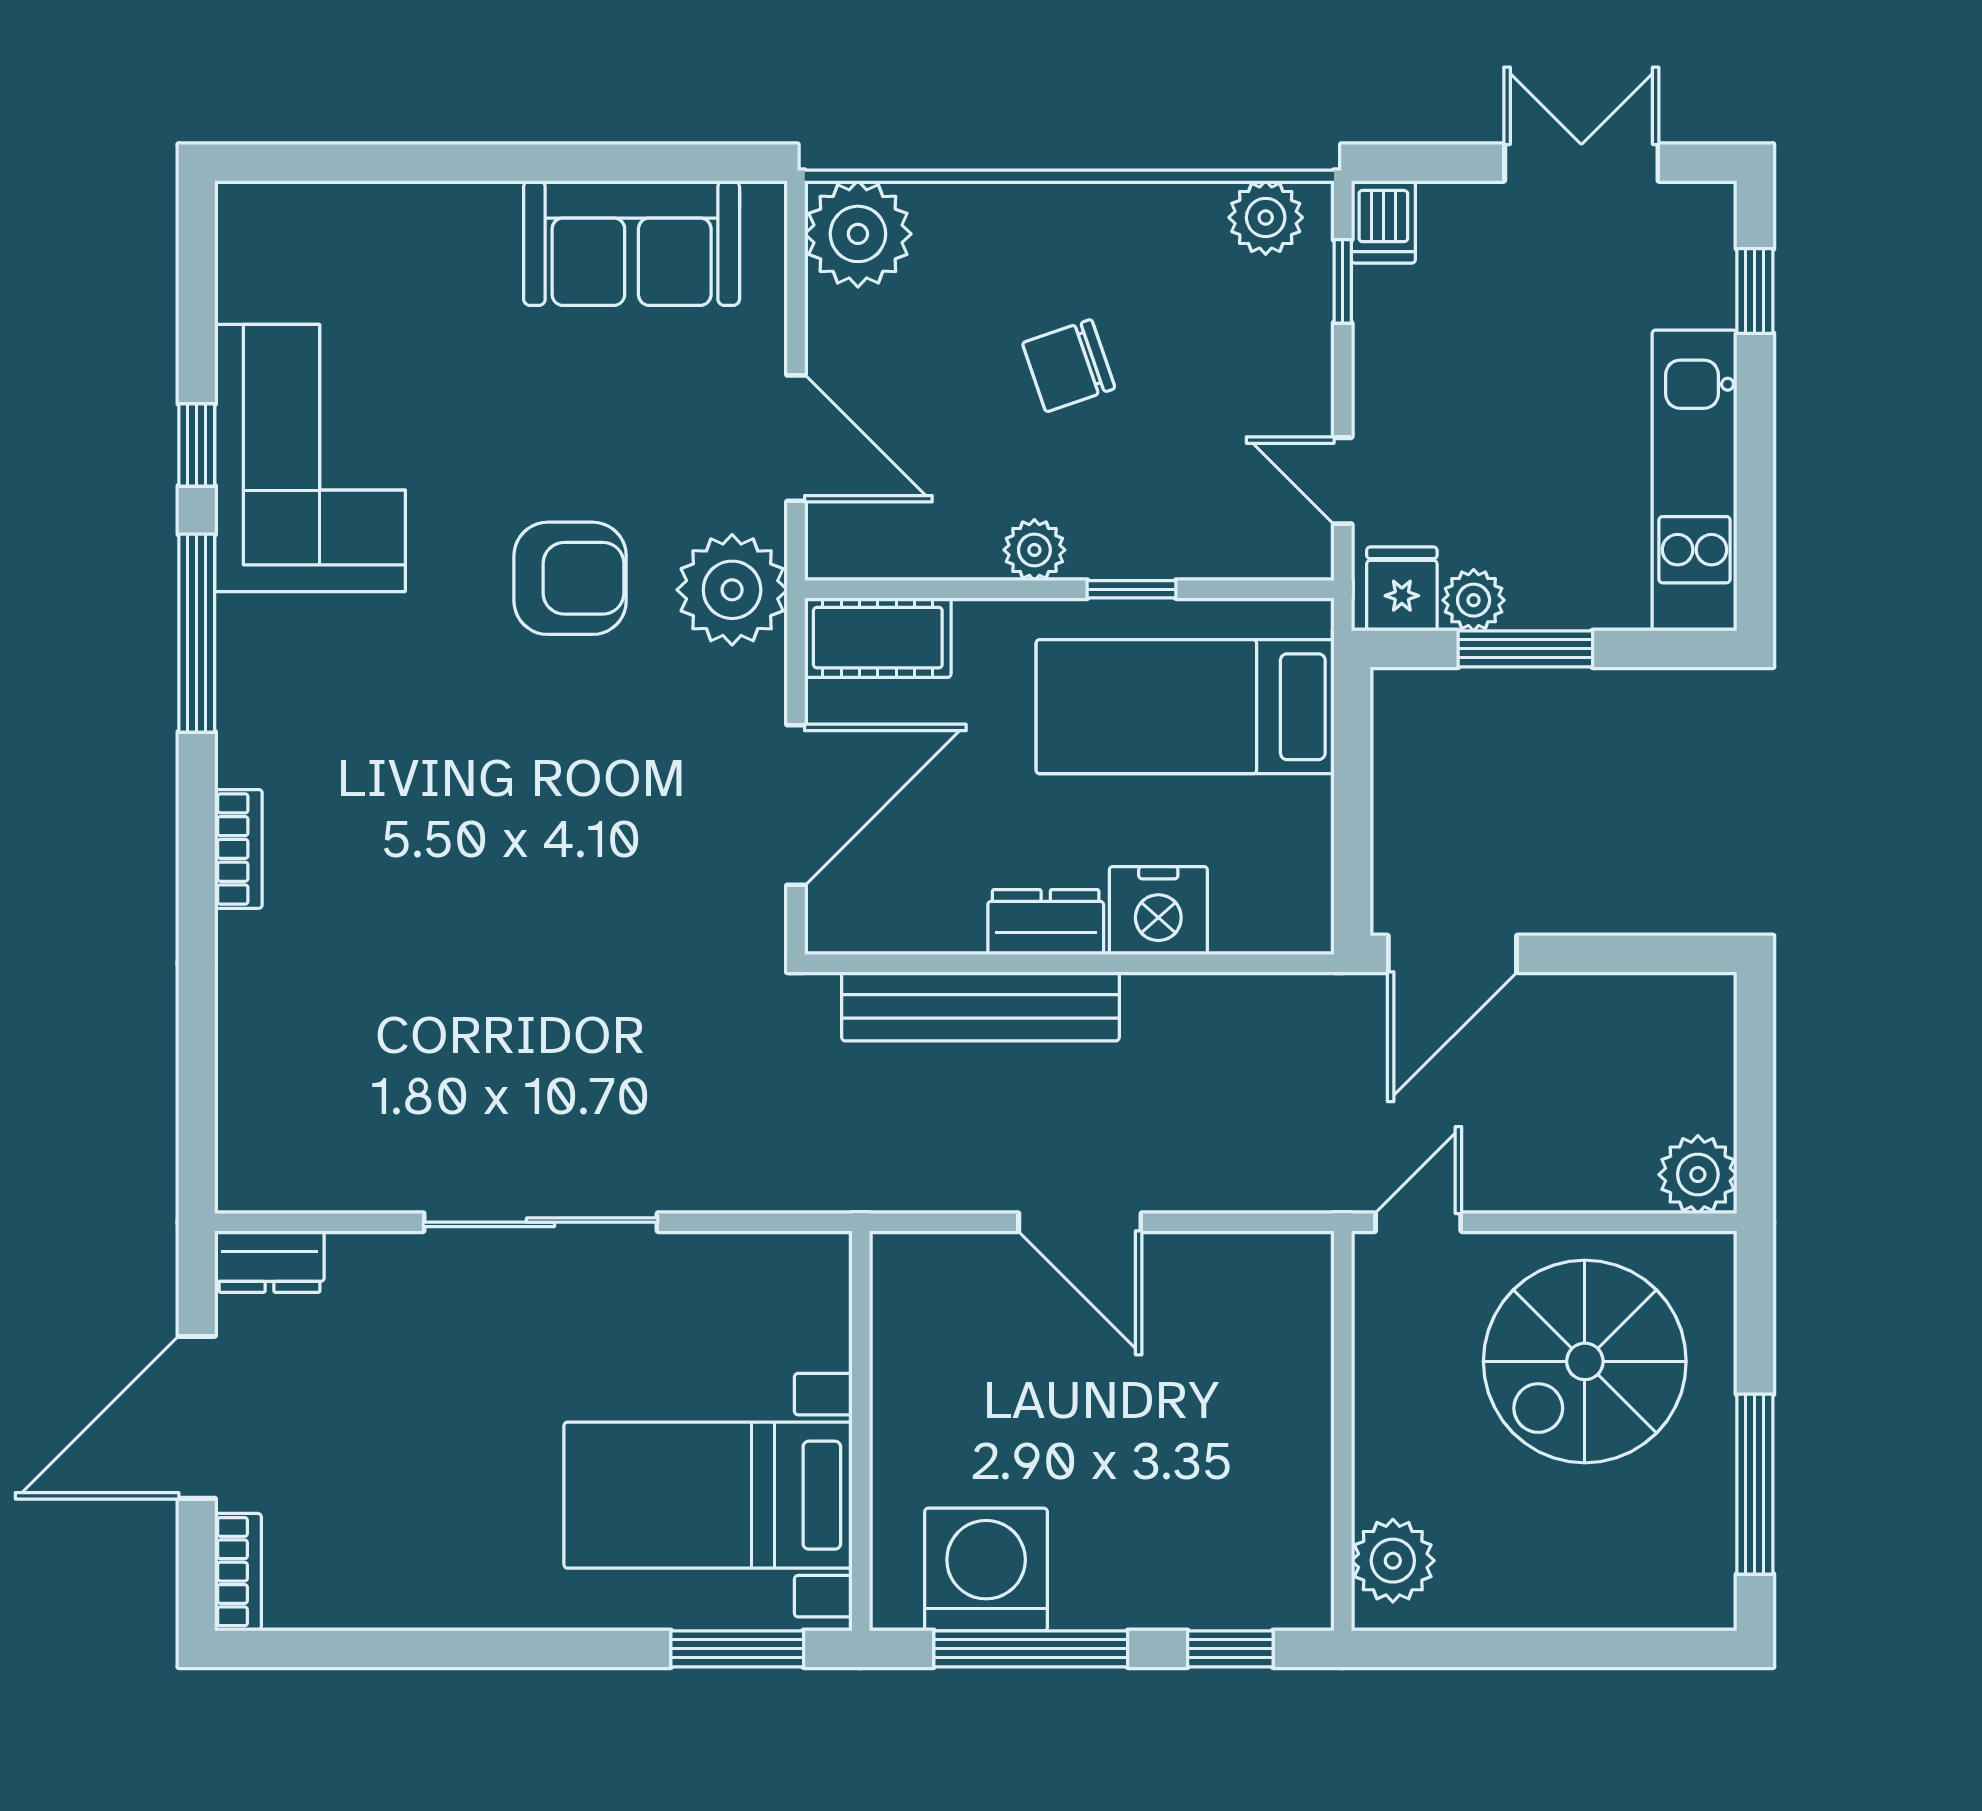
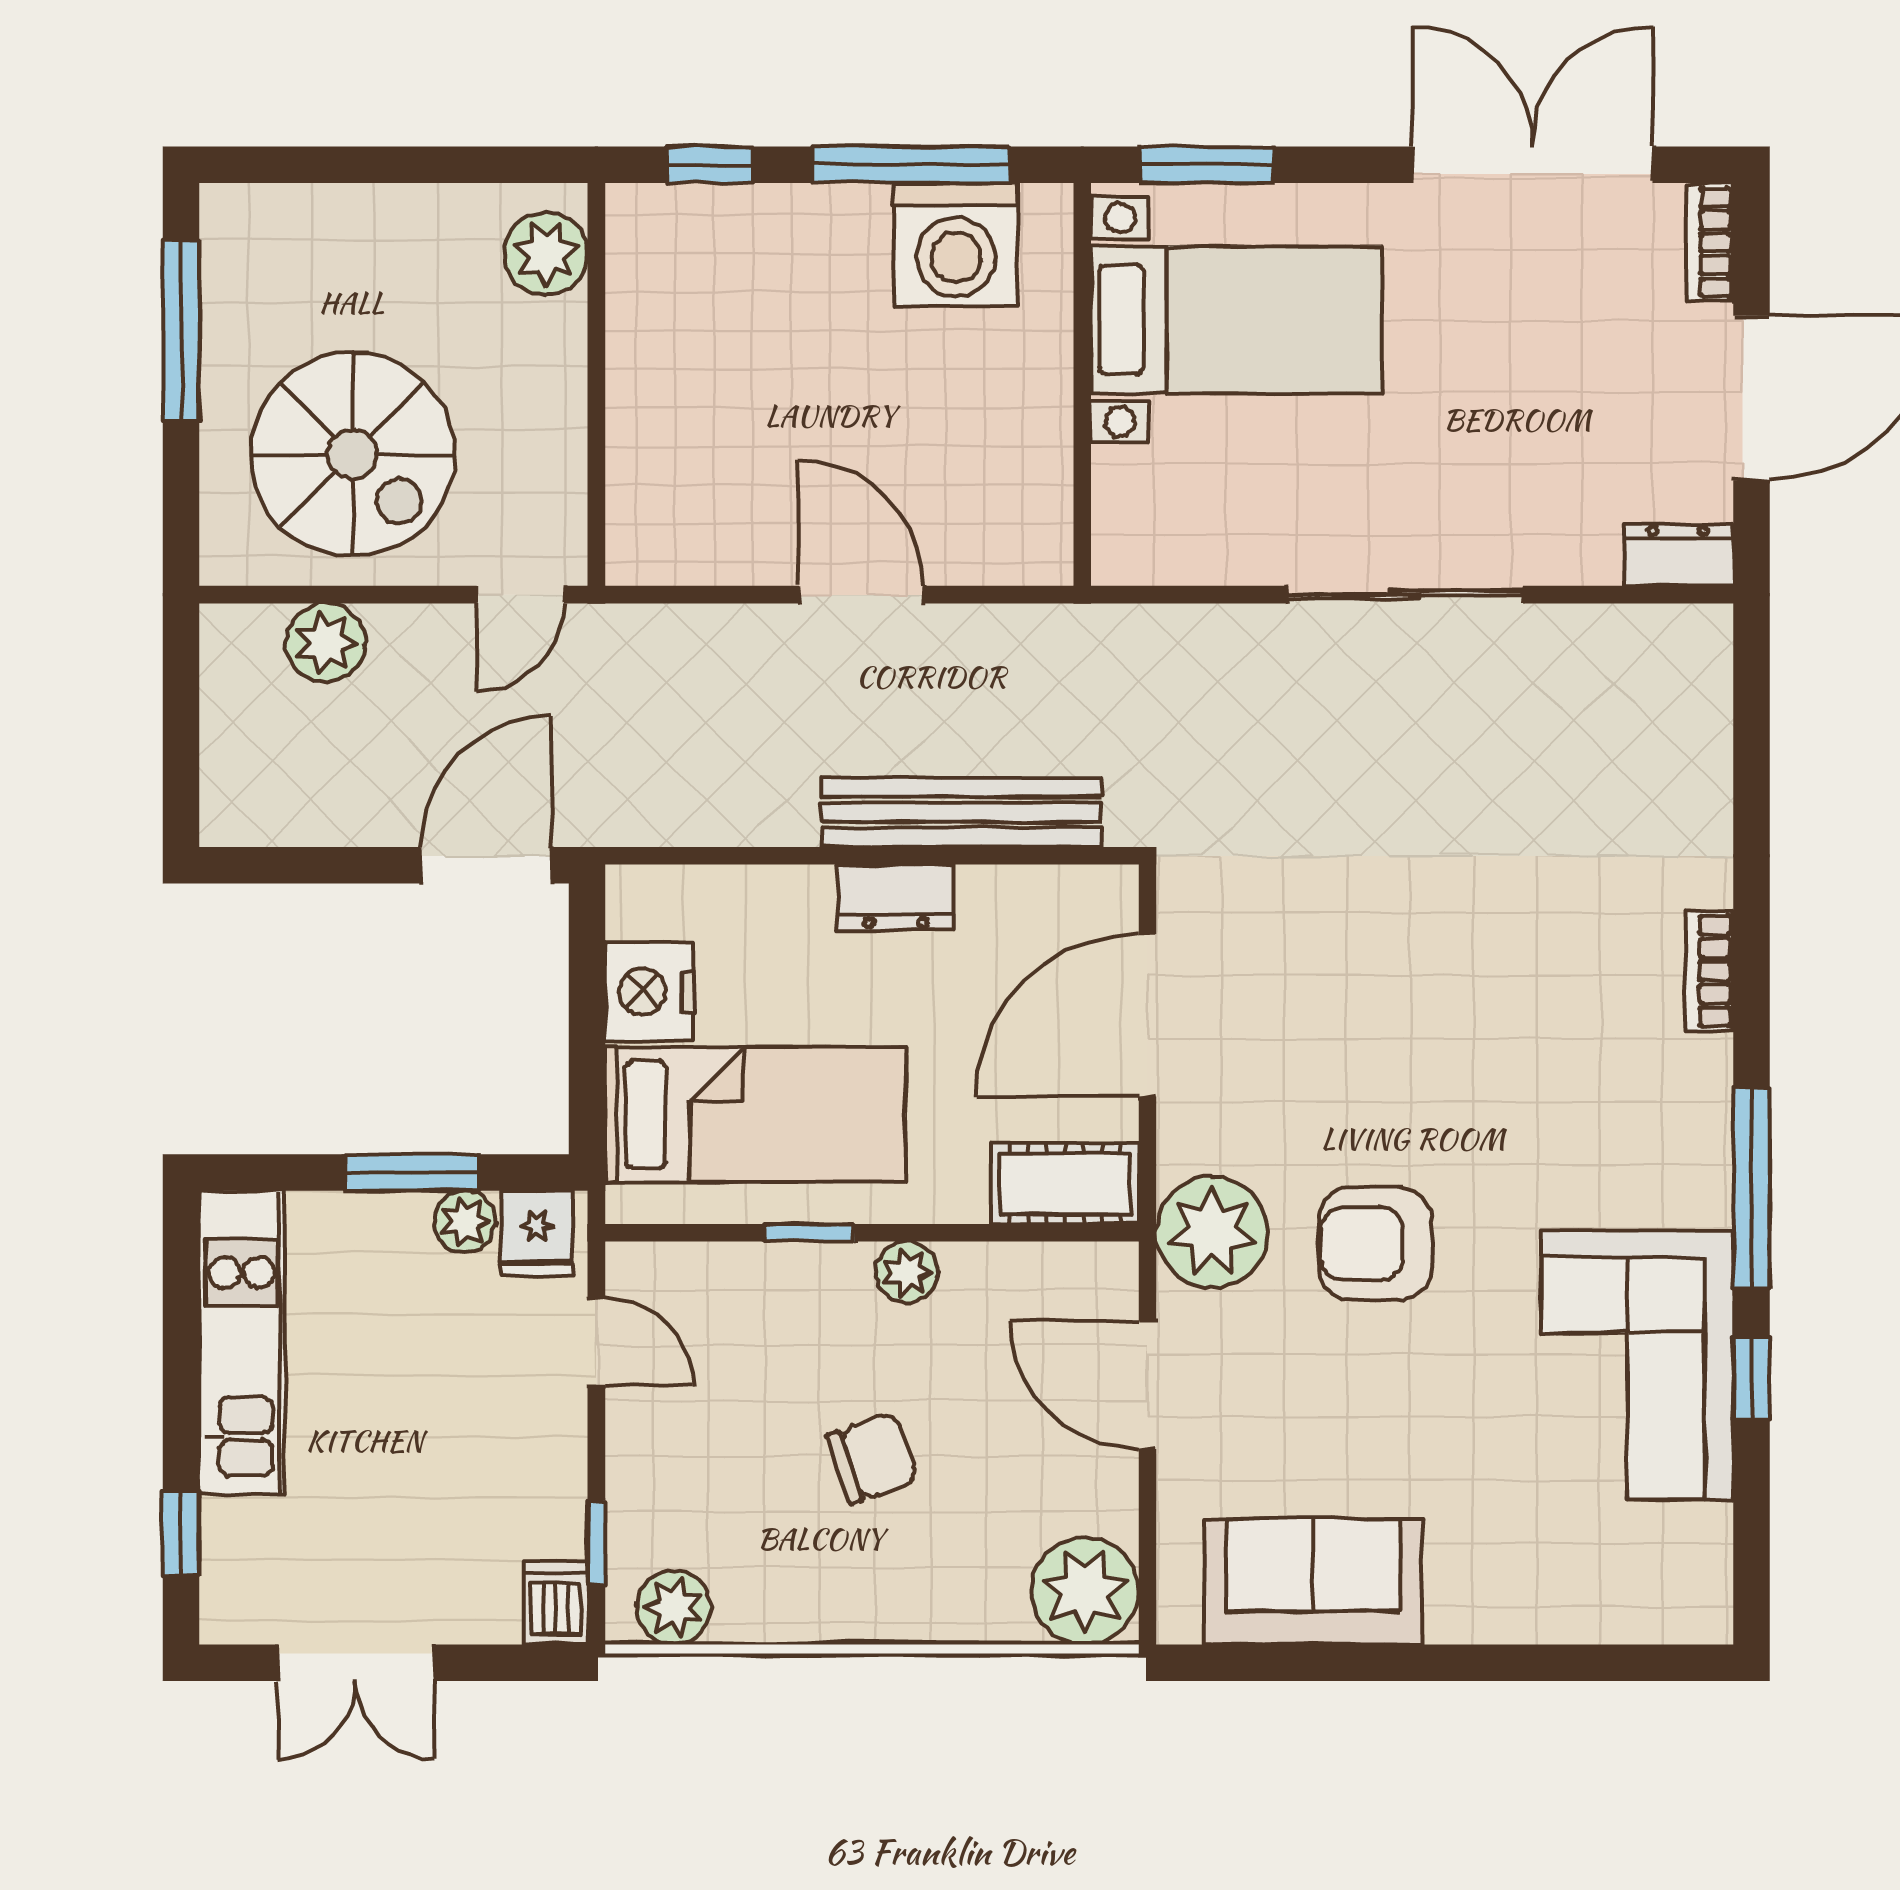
nightstand: (1158, 911) -> (650, 991), moved, turned -90
plant: (1698, 1175) -> (326, 643), moved
spiral stairs: (1585, 1361) -> (352, 454), turned 90
double door: (414, 1649) -> (1533, 165), added

